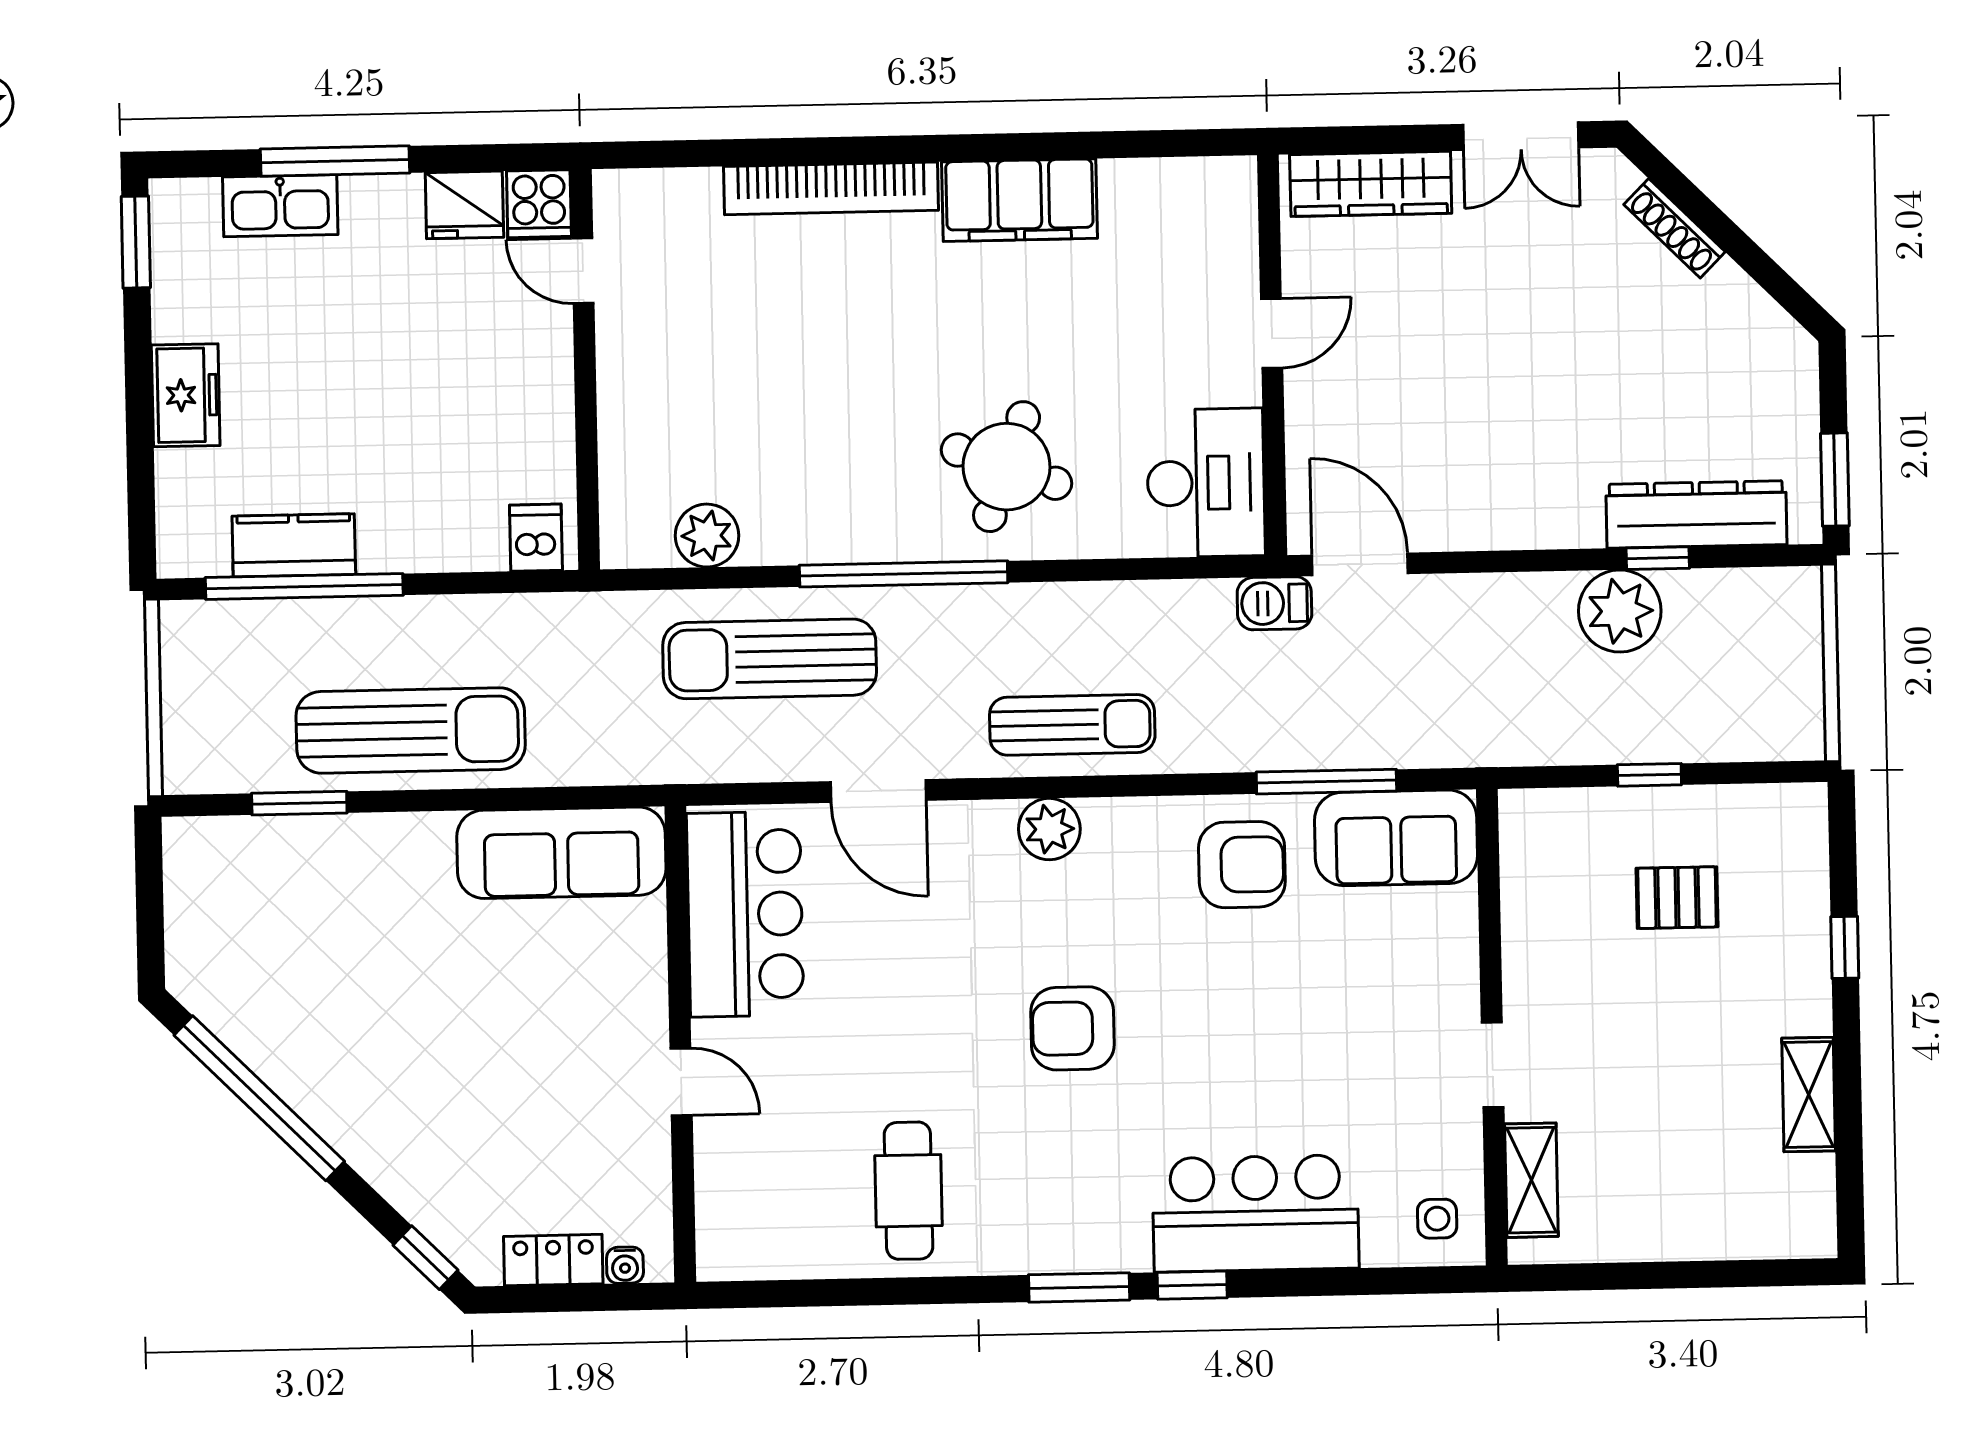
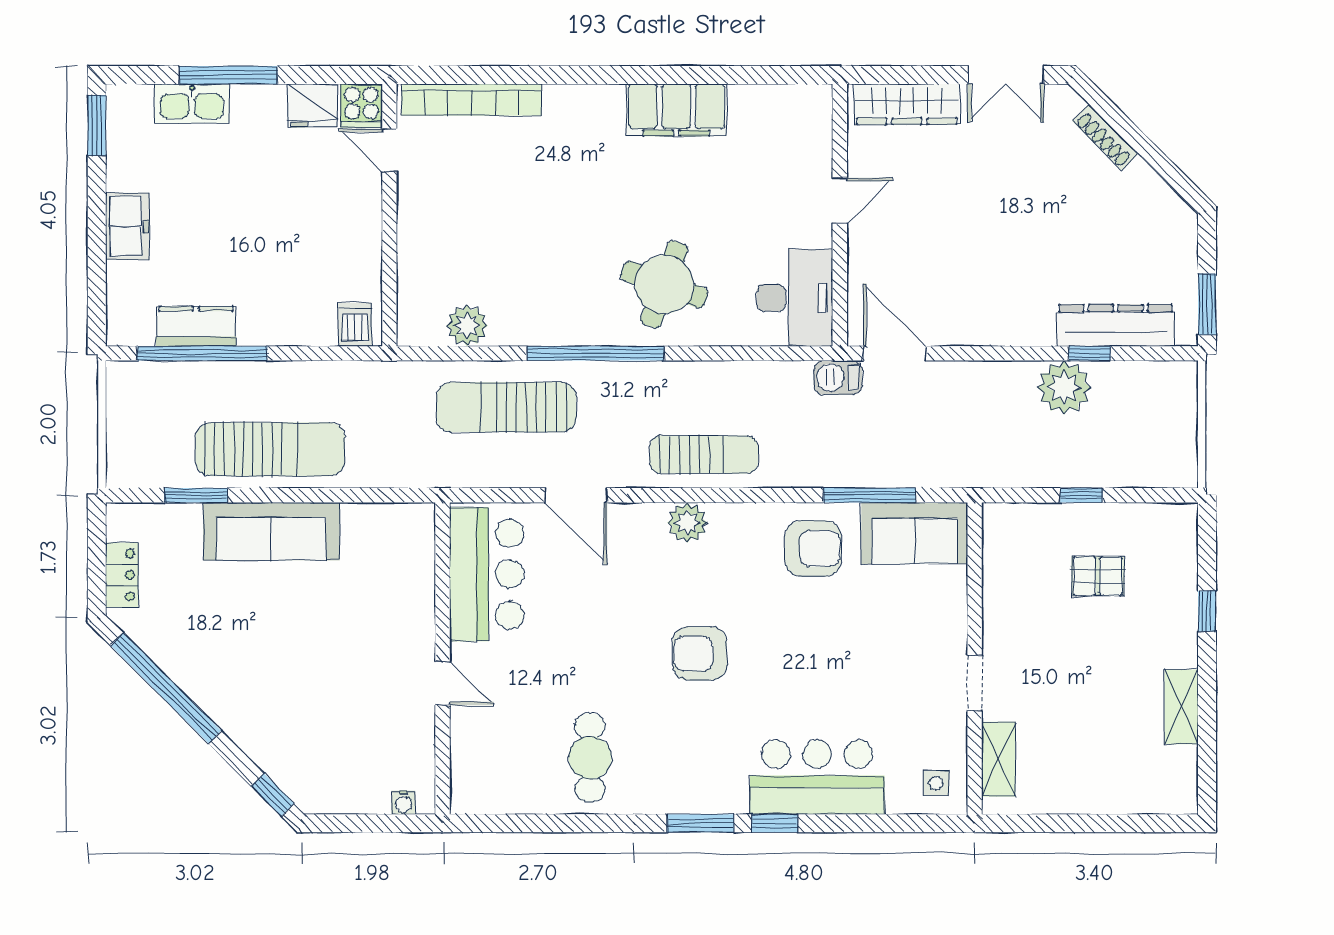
bookcase: (831, 188) -> (472, 100), moved
sofa: (561, 853) -> (271, 531), moved
locker: (553, 1260) -> (122, 575), moved, turned 90

